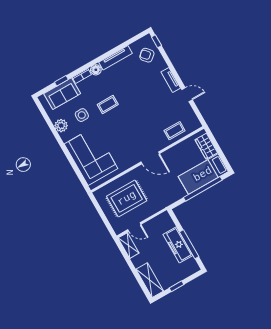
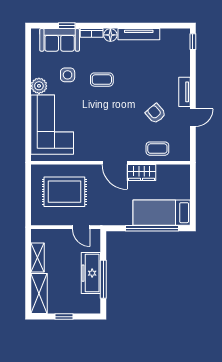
armchair: (147, 55) -> (156, 113), moved
door: (187, 95) -> (193, 118), hinge flipped
plant: (61, 126) -> (39, 86), moved
wardrobe: (206, 146) -> (142, 173), moved, turned -90
door: (134, 227) -> (81, 227), moved
shelving: (129, 246) -> (38, 258), moved

